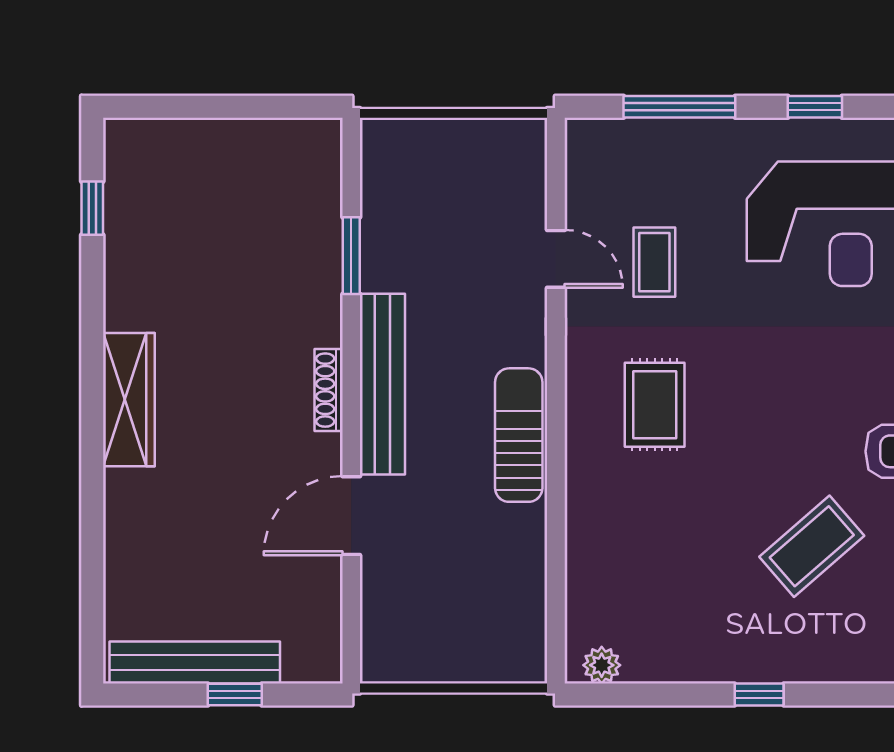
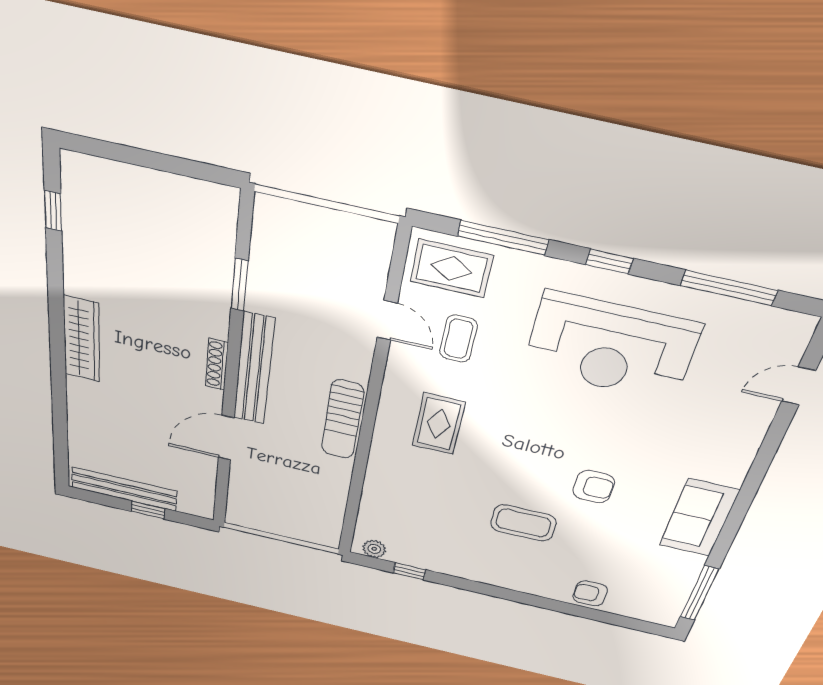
rug: (625, 163) -> (452, 269), added
sun lounger: (519, 435) -> (343, 420), turned 180
coffee table: (812, 546) -> (523, 523), turned 41
window: (759, 695) -> (409, 571), moved

